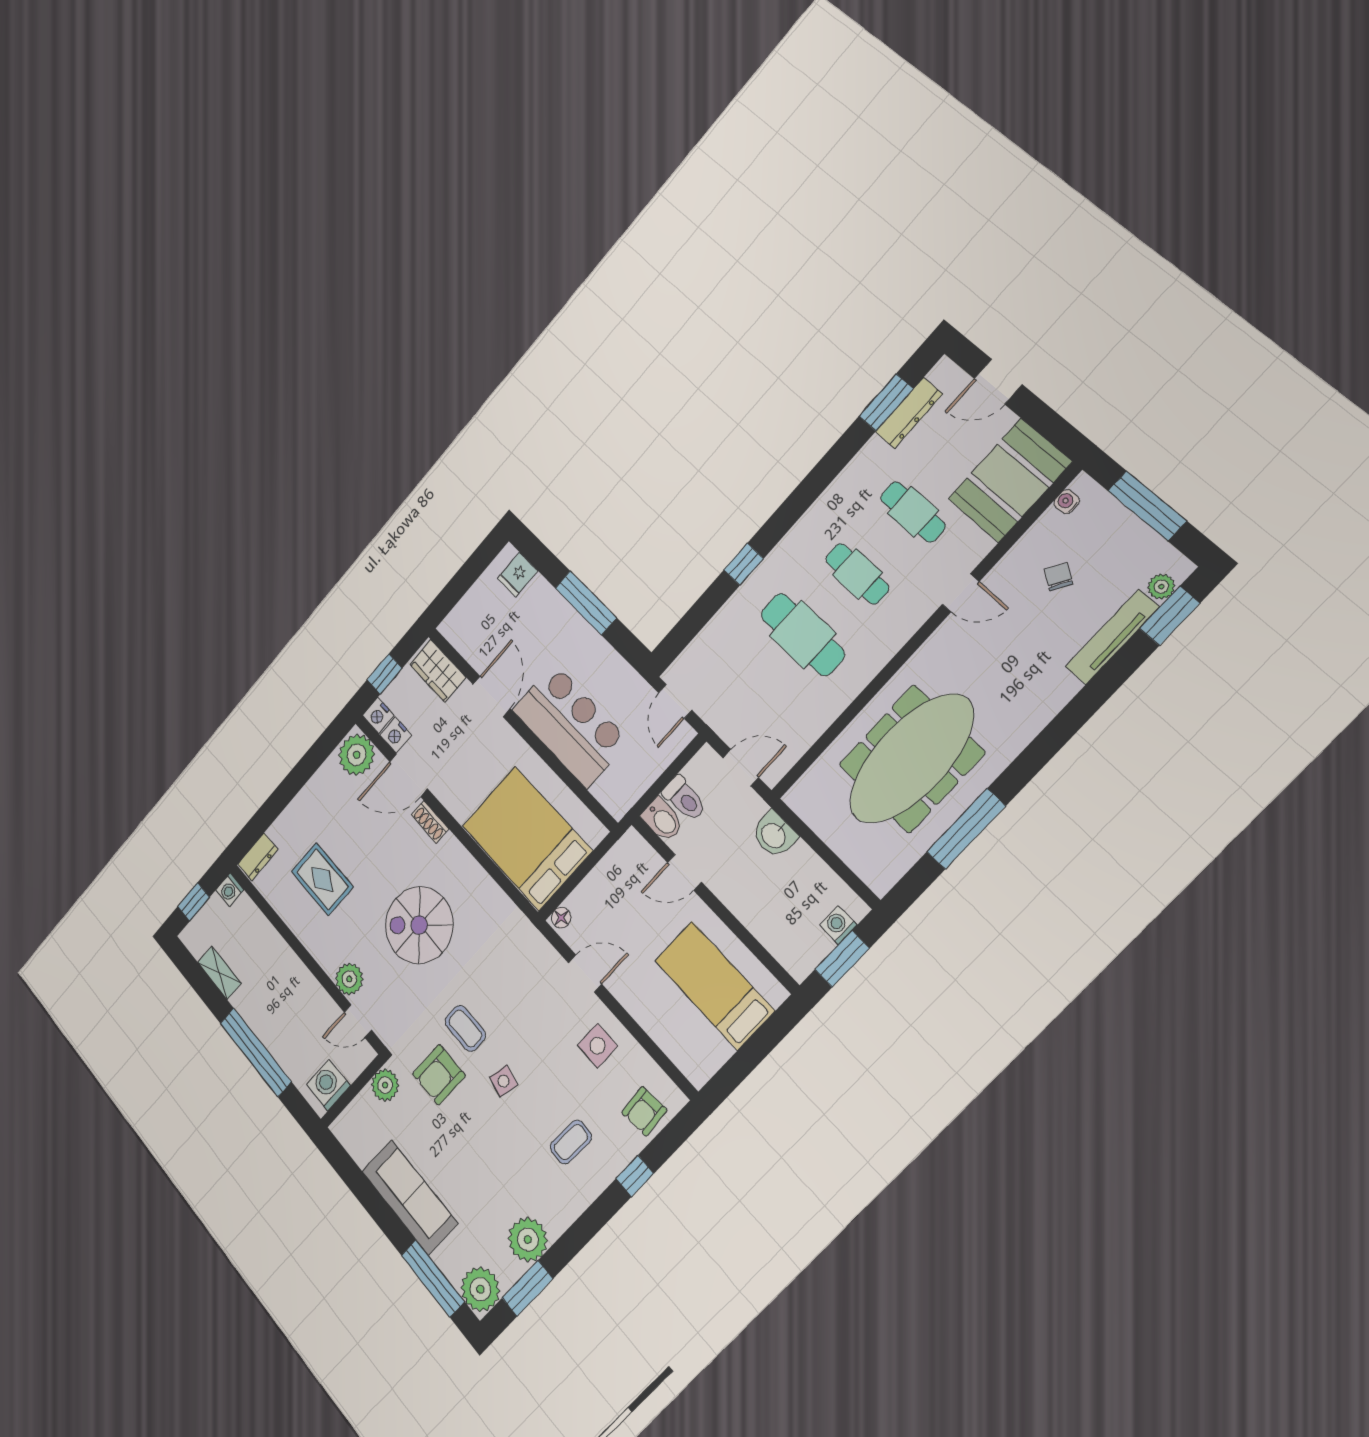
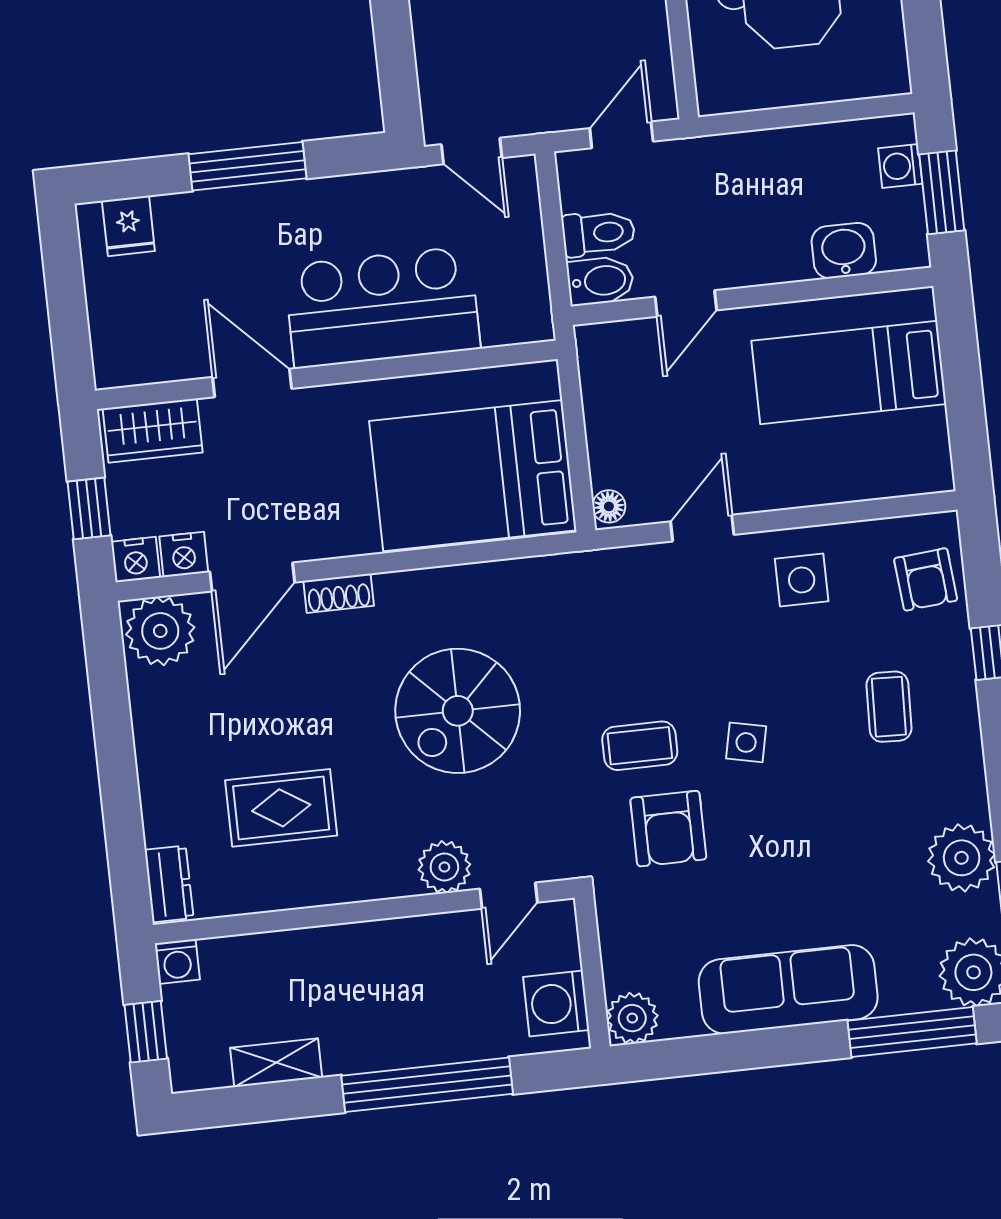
washbasin: (774, 835) -> (844, 251), moved, turned 180
plant: (385, 1085) -> (632, 1018), moved

